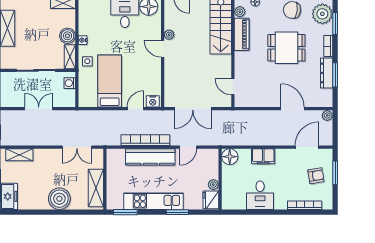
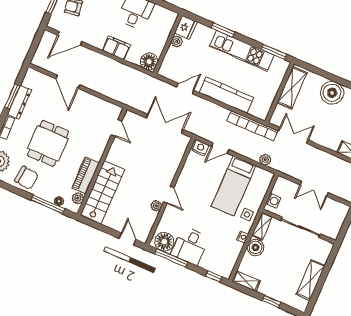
dining table: (286, 48) -> (48, 143), turned 90
plant: (327, 116) -> (265, 160), moved
bookcase: (145, 140) -> (252, 126), moved

